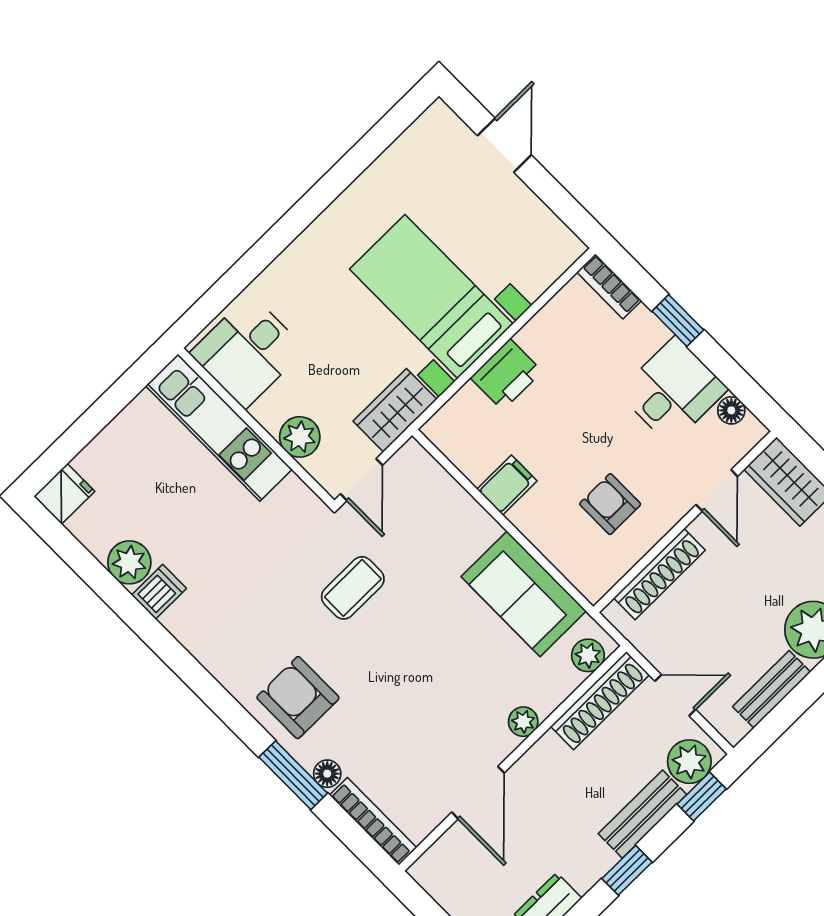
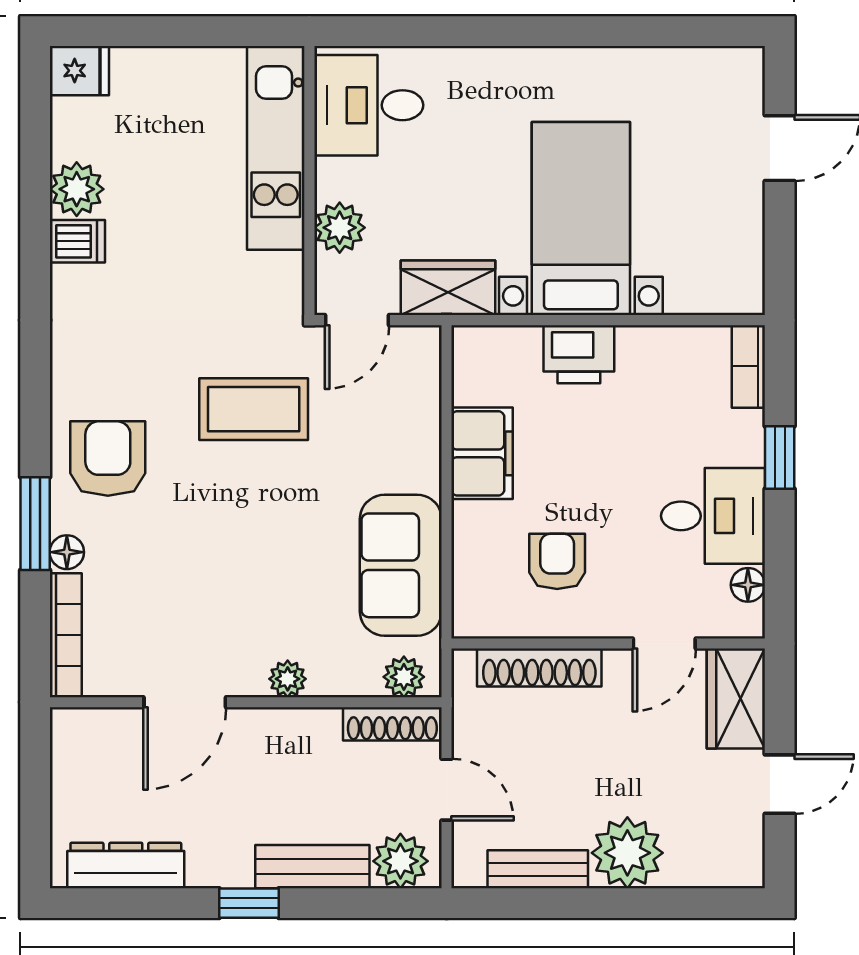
filing cabinet: (507, 485) -> (482, 453), width x2.00
coffee table: (353, 588) -> (254, 409), width x1.36, depth x1.30
shoe rack: (600, 701) -> (392, 724), width x0.74, depth x0.81
window: (702, 796) -> (381, 903), removed

